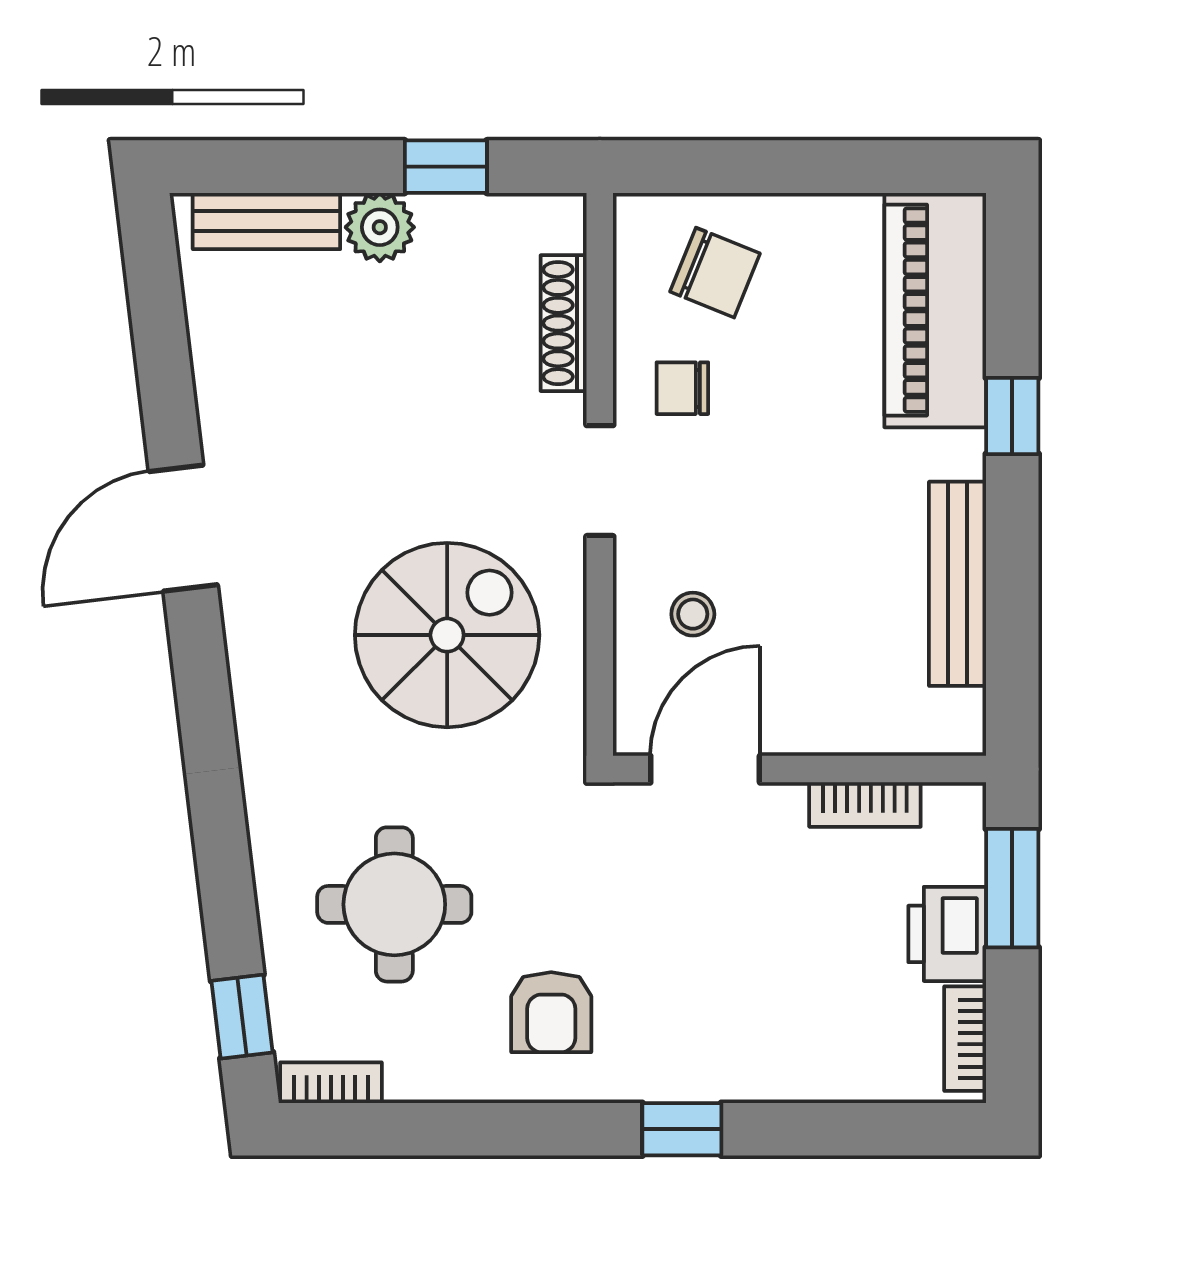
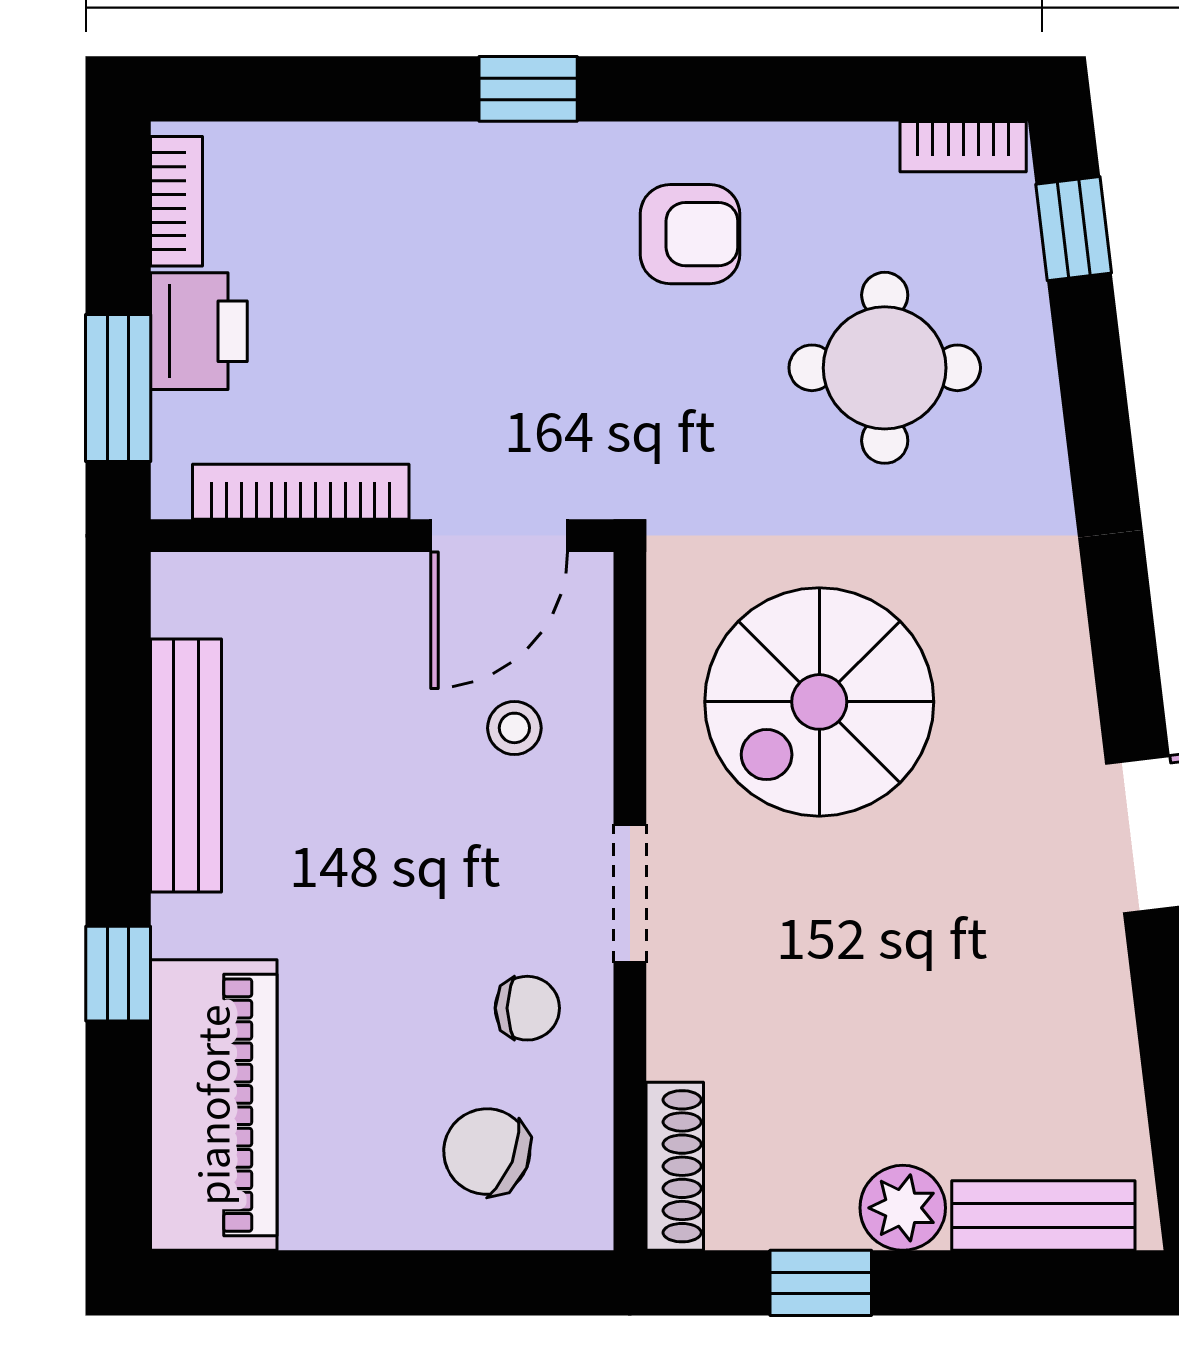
shoe rack: (564, 323) -> (675, 1166), moved
bookcase: (865, 804) -> (301, 492), width x1.56
armchair: (551, 1012) -> (690, 234), turned 90

